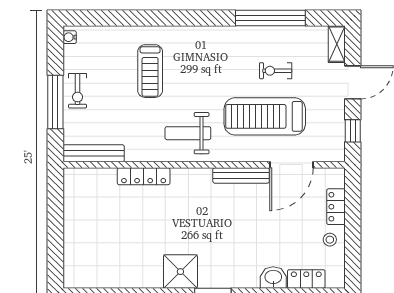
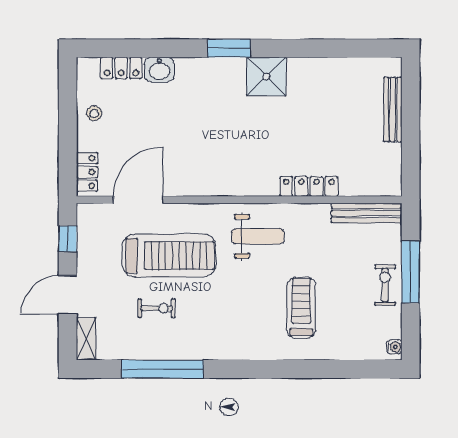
bench: (241, 175) -> (393, 110), moved, turned 90
locker: (336, 207) -> (87, 172), moved

